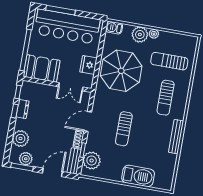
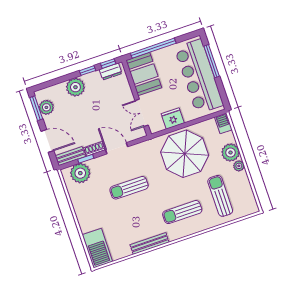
dresser: (23, 109) -> (111, 71), moved
plant: (20, 139) -> (75, 87), moved
barbecue: (138, 176) -> (97, 248), moved

